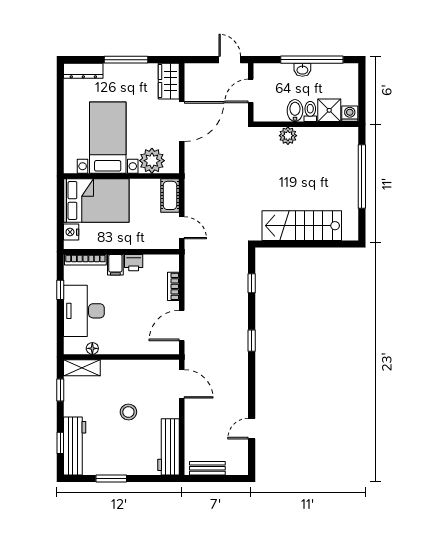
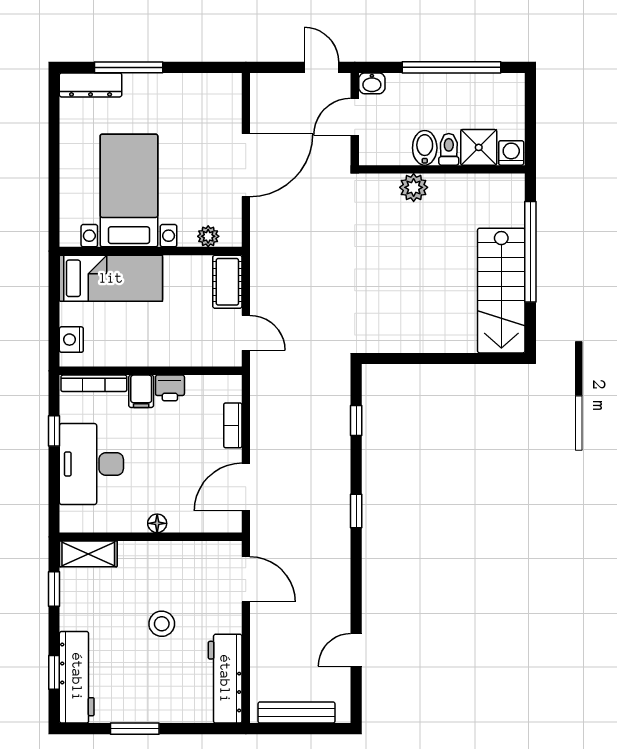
window: (126, 60) -> (129, 67), moved
washbasin: (302, 70) -> (372, 83), moved
wardrobe: (169, 81) -> (225, 101), removed
plant: (152, 161) -> (208, 236), width x0.53, depth x0.53
bed: (96, 201) -> (111, 278), width x0.67
stairs: (302, 226) -> (501, 291), moved, turned -90
floor lamp: (92, 348) -> (157, 523), moved
bench: (207, 468) -> (297, 712), width x1.36

